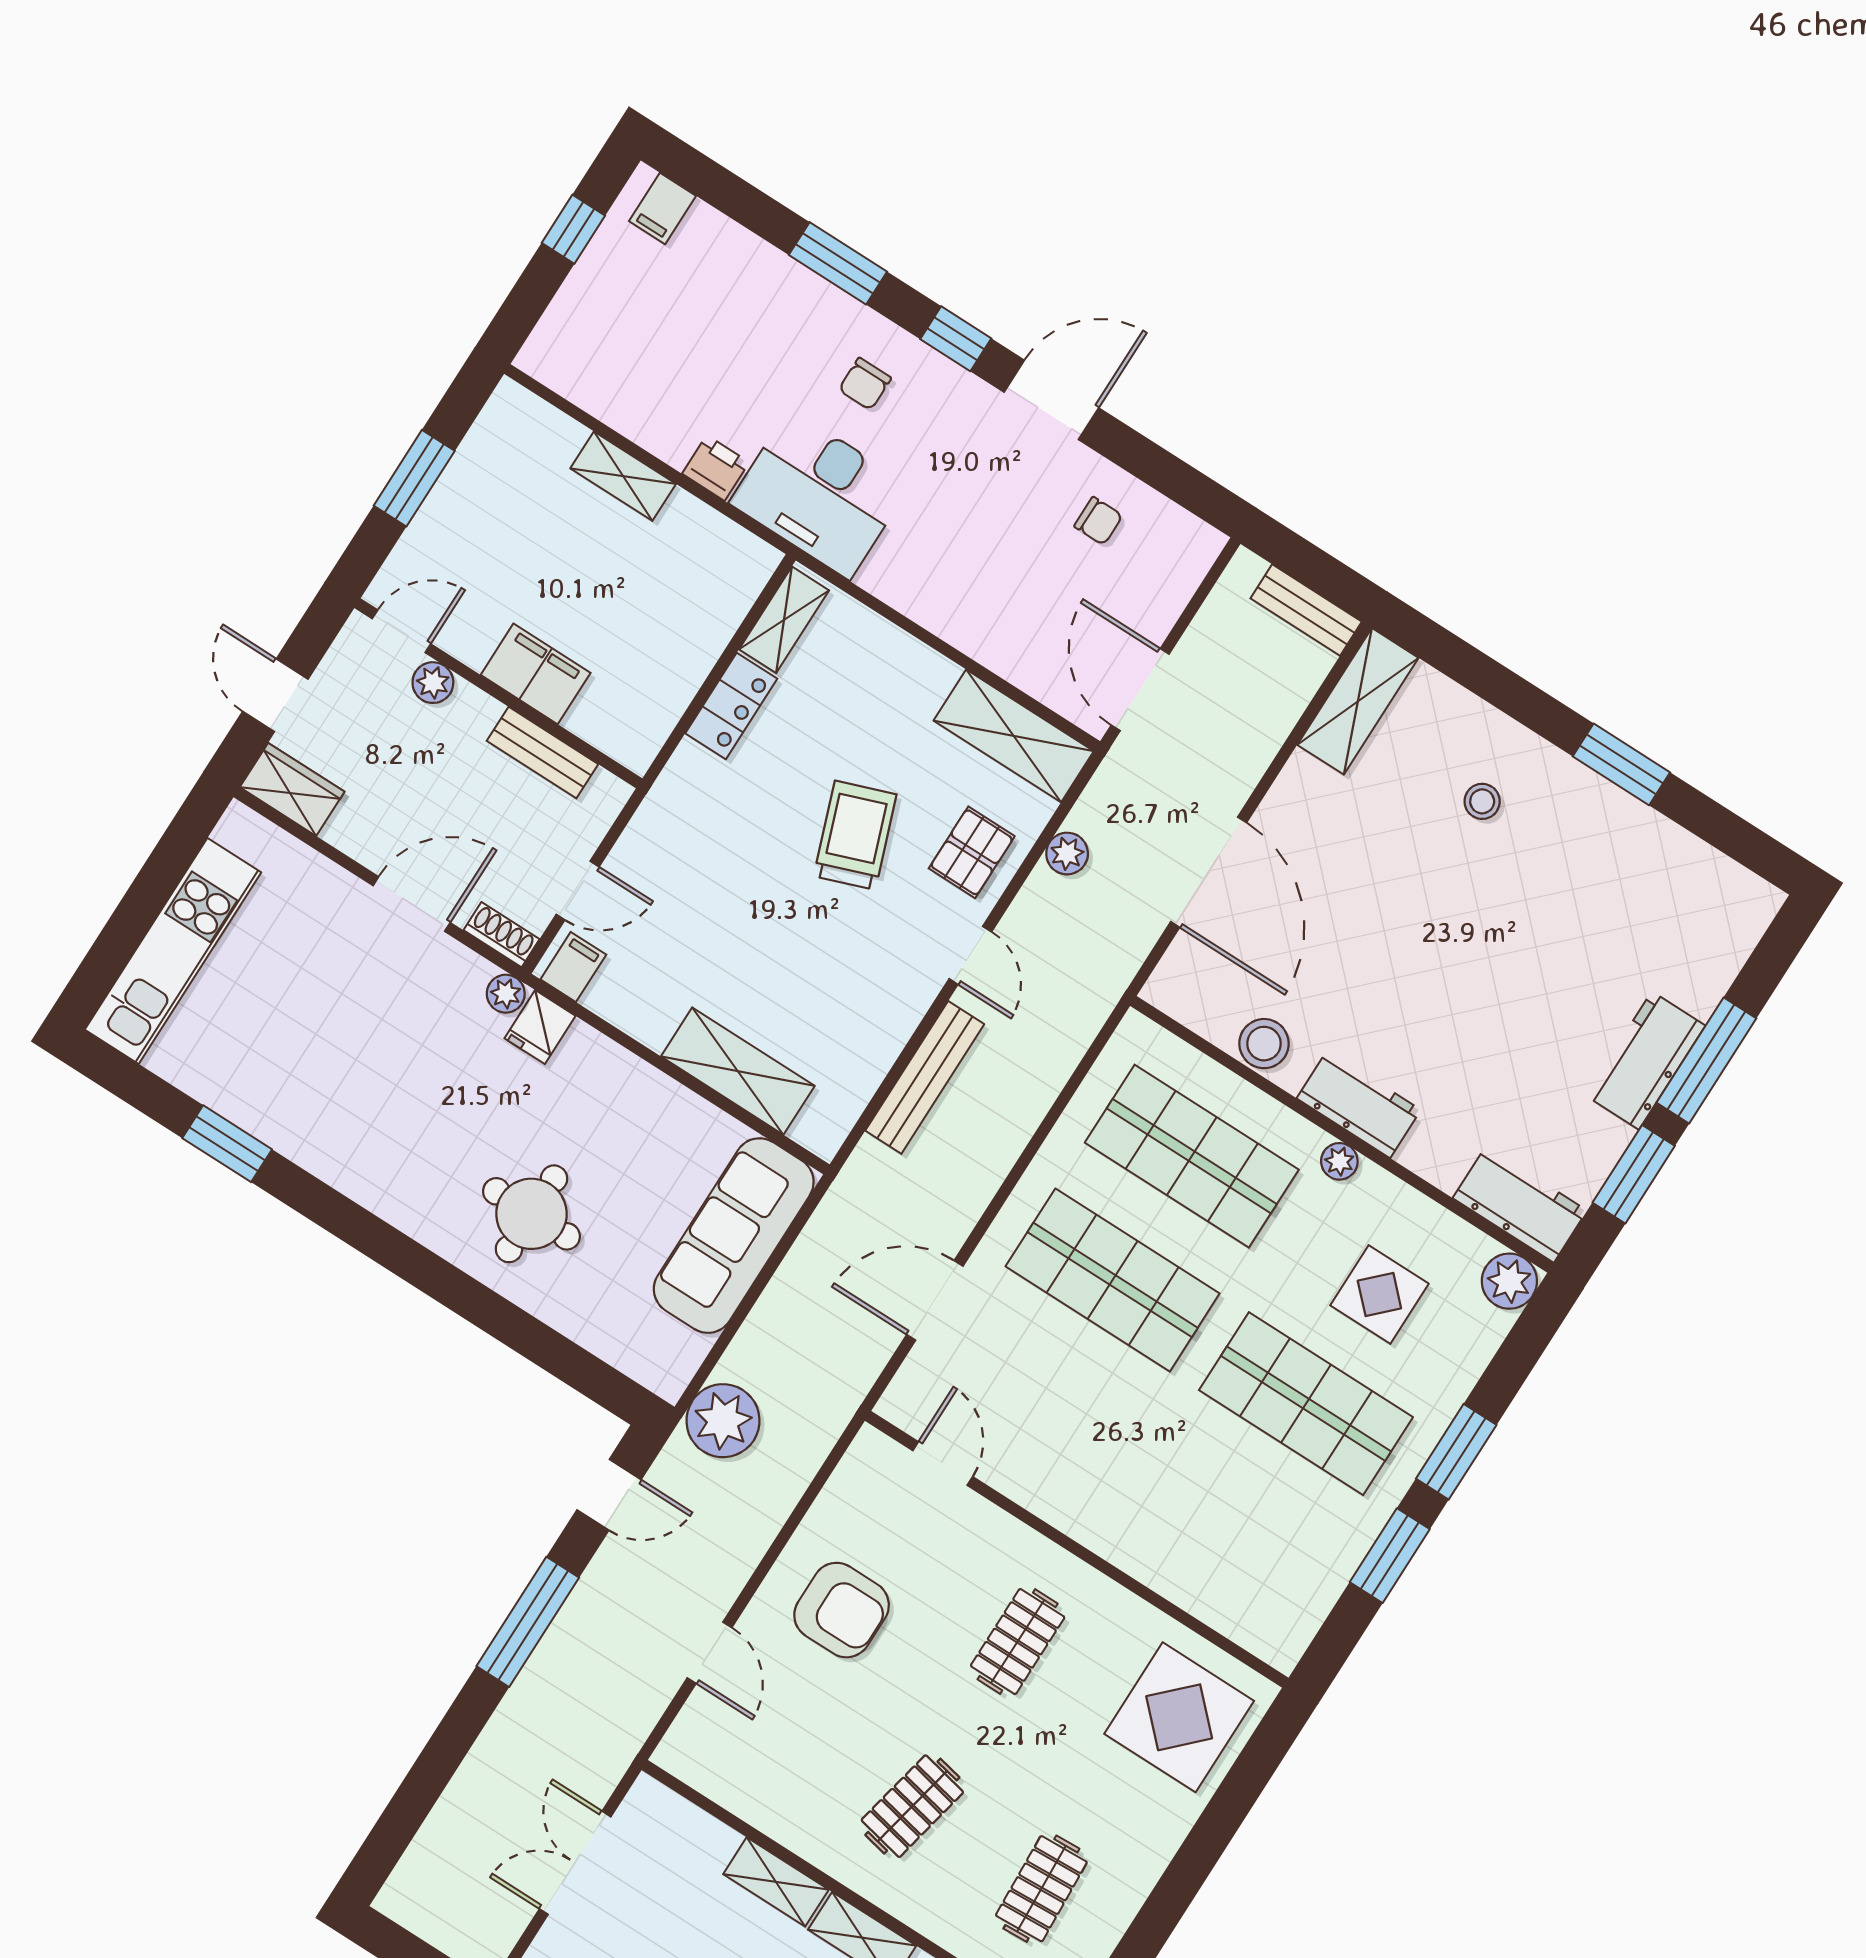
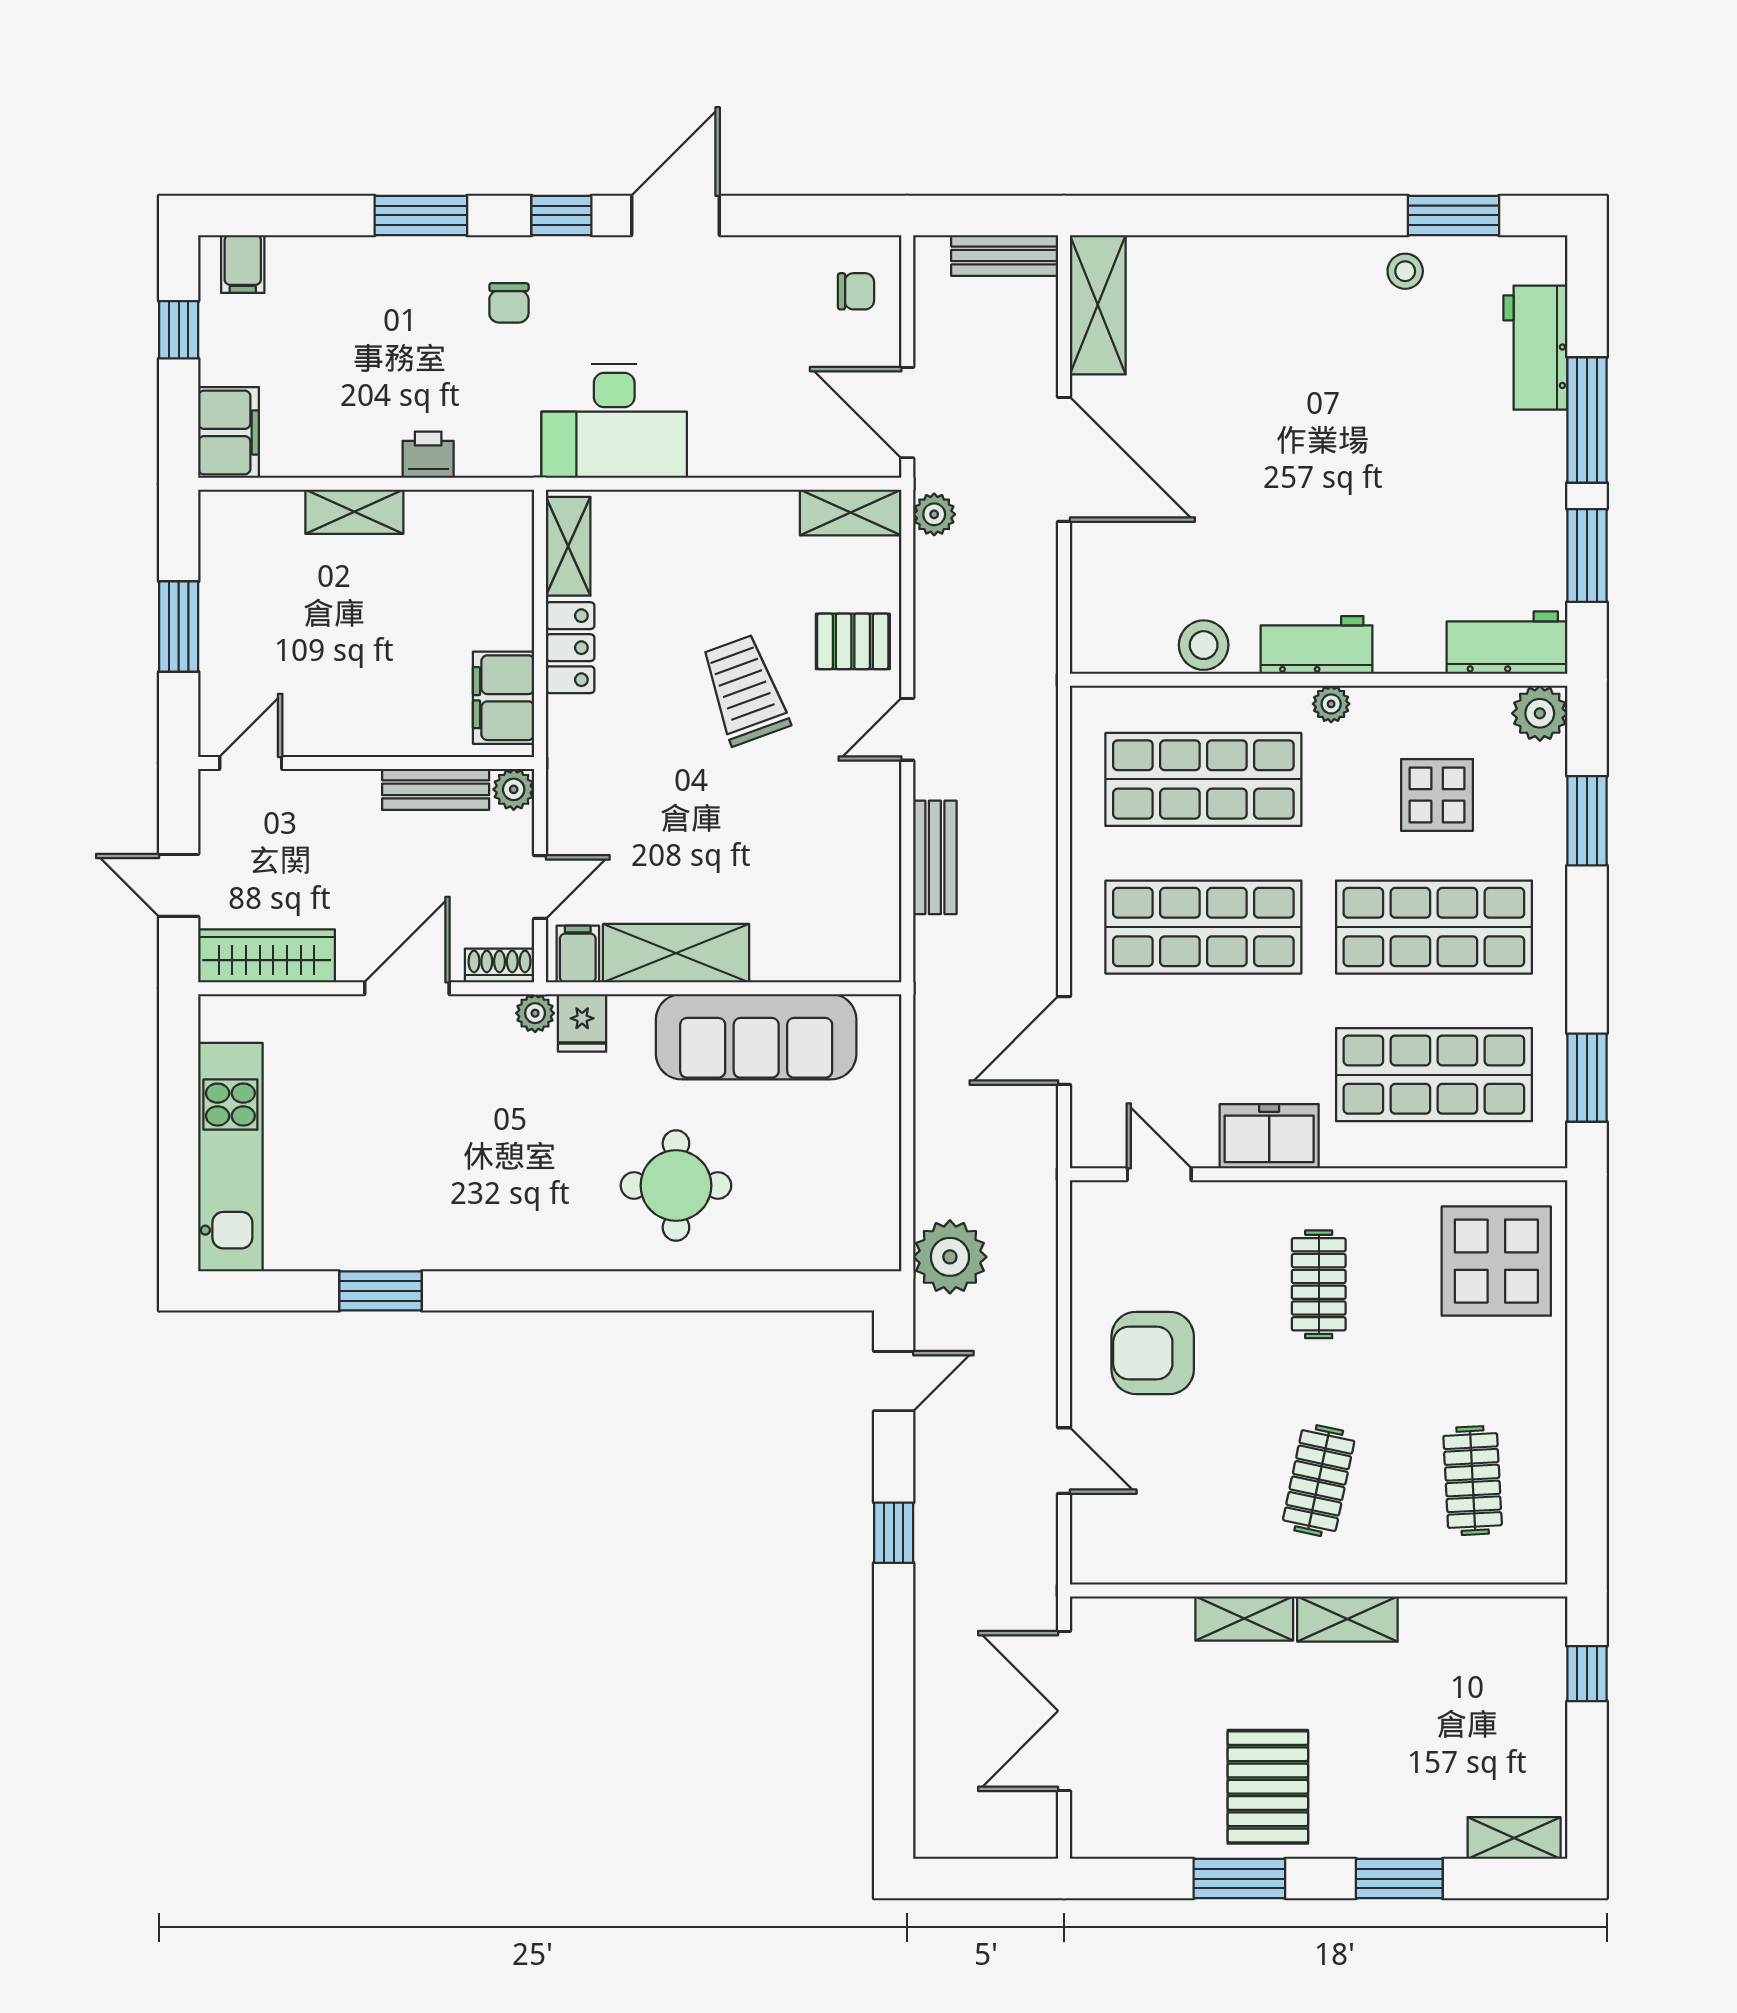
filing cabinet: (560, 342) -> (229, 432), added
desk: (820, 494) -> (614, 421), moved
chair: (1098, 521) -> (856, 291), moved
filing cabinet: (536, 674) -> (503, 698), moved, turned -90
plant: (433, 683) -> (514, 789), moved
shelving: (1014, 736) -> (851, 513), width x0.67, depth x0.75
window: (1621, 764) -> (1453, 215), moved
wardrobe: (292, 789) -> (267, 956), width x1.50
stool: (1482, 801) -> (1405, 271), moved
pallet: (972, 852) -> (853, 641), turned 90
plant: (1067, 854) -> (934, 514), moved
door: (1209, 872) -> (1064, 459), moved
door: (970, 955) -> (907, 729), swing flipped
workbench: (1645, 1061) -> (1535, 348), moved
shelving: (738, 1071) -> (676, 953), moved
bench: (925, 1077) -> (935, 857), width x0.73
sofa: (734, 1236) -> (756, 1037), moved, turned -90
window: (1456, 1452) -> (1587, 821), moved
freezer: (1055, 1491) -> (1269, 1136), added
shop shelf: (1227, 1527) -> (1434, 1075), added
window: (1390, 1556) -> (1587, 1078), moved
armchair: (842, 1610) -> (1153, 1353), turned 180
window: (528, 1622) -> (894, 1533), width x0.46
double door: (575, 1863) -> (1064, 1711), width x1.37

